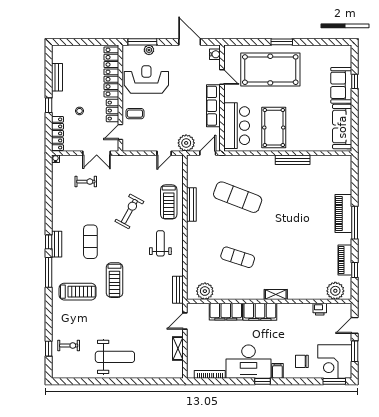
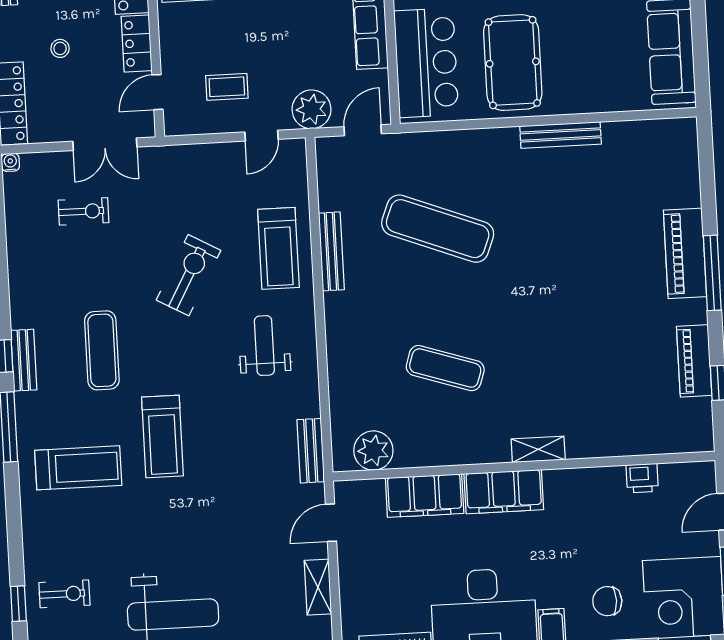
coffee table: (135, 114) -> (227, 87), moved
plant: (335, 291) -> (676, 433), removed

